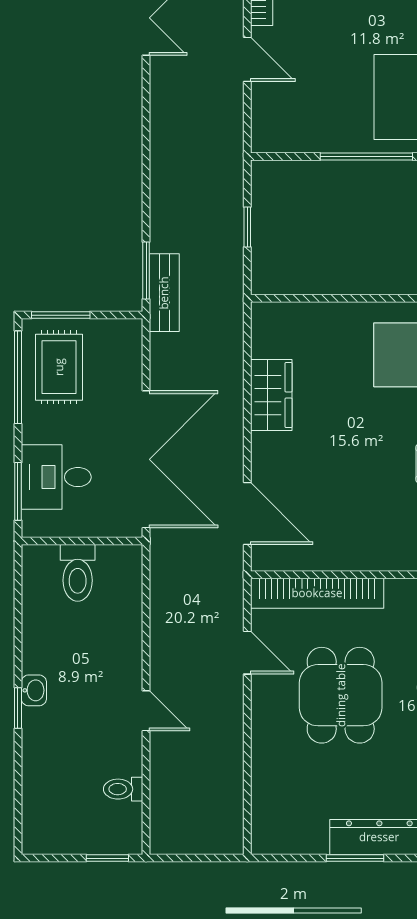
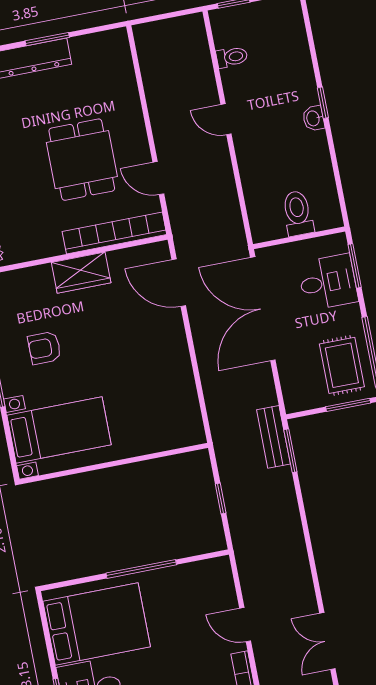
wardrobe: (271, 395) -> (81, 273), moved, turned -90

